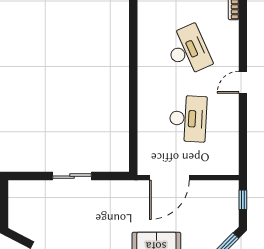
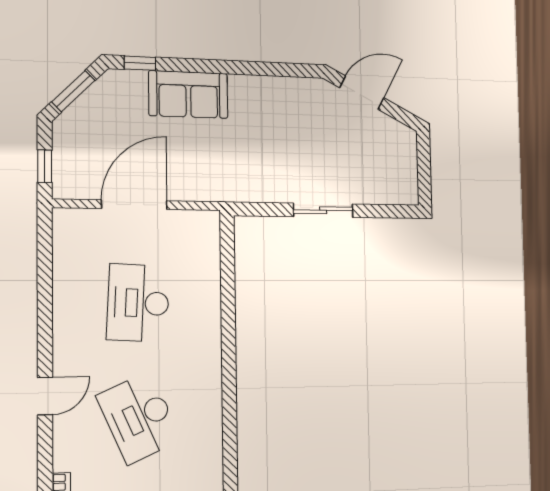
door: (243, 82) -> (45, 396), moved
door: (169, 178) -> (134, 205), moved

